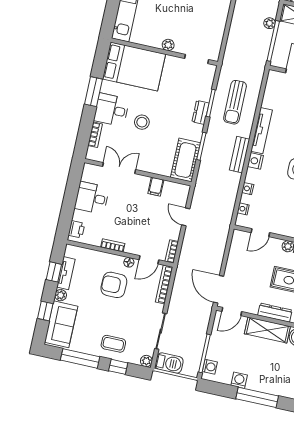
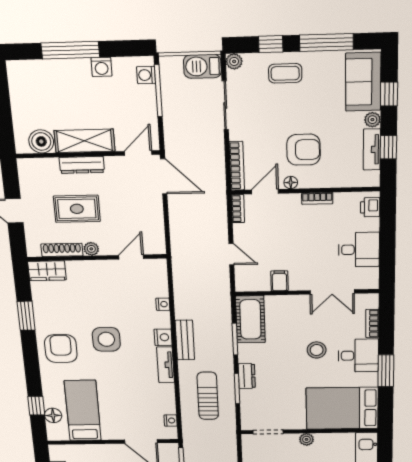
tv unit: (262, 131) -> (166, 365), width x0.71
nightstand: (243, 209) -> (171, 421), moved

